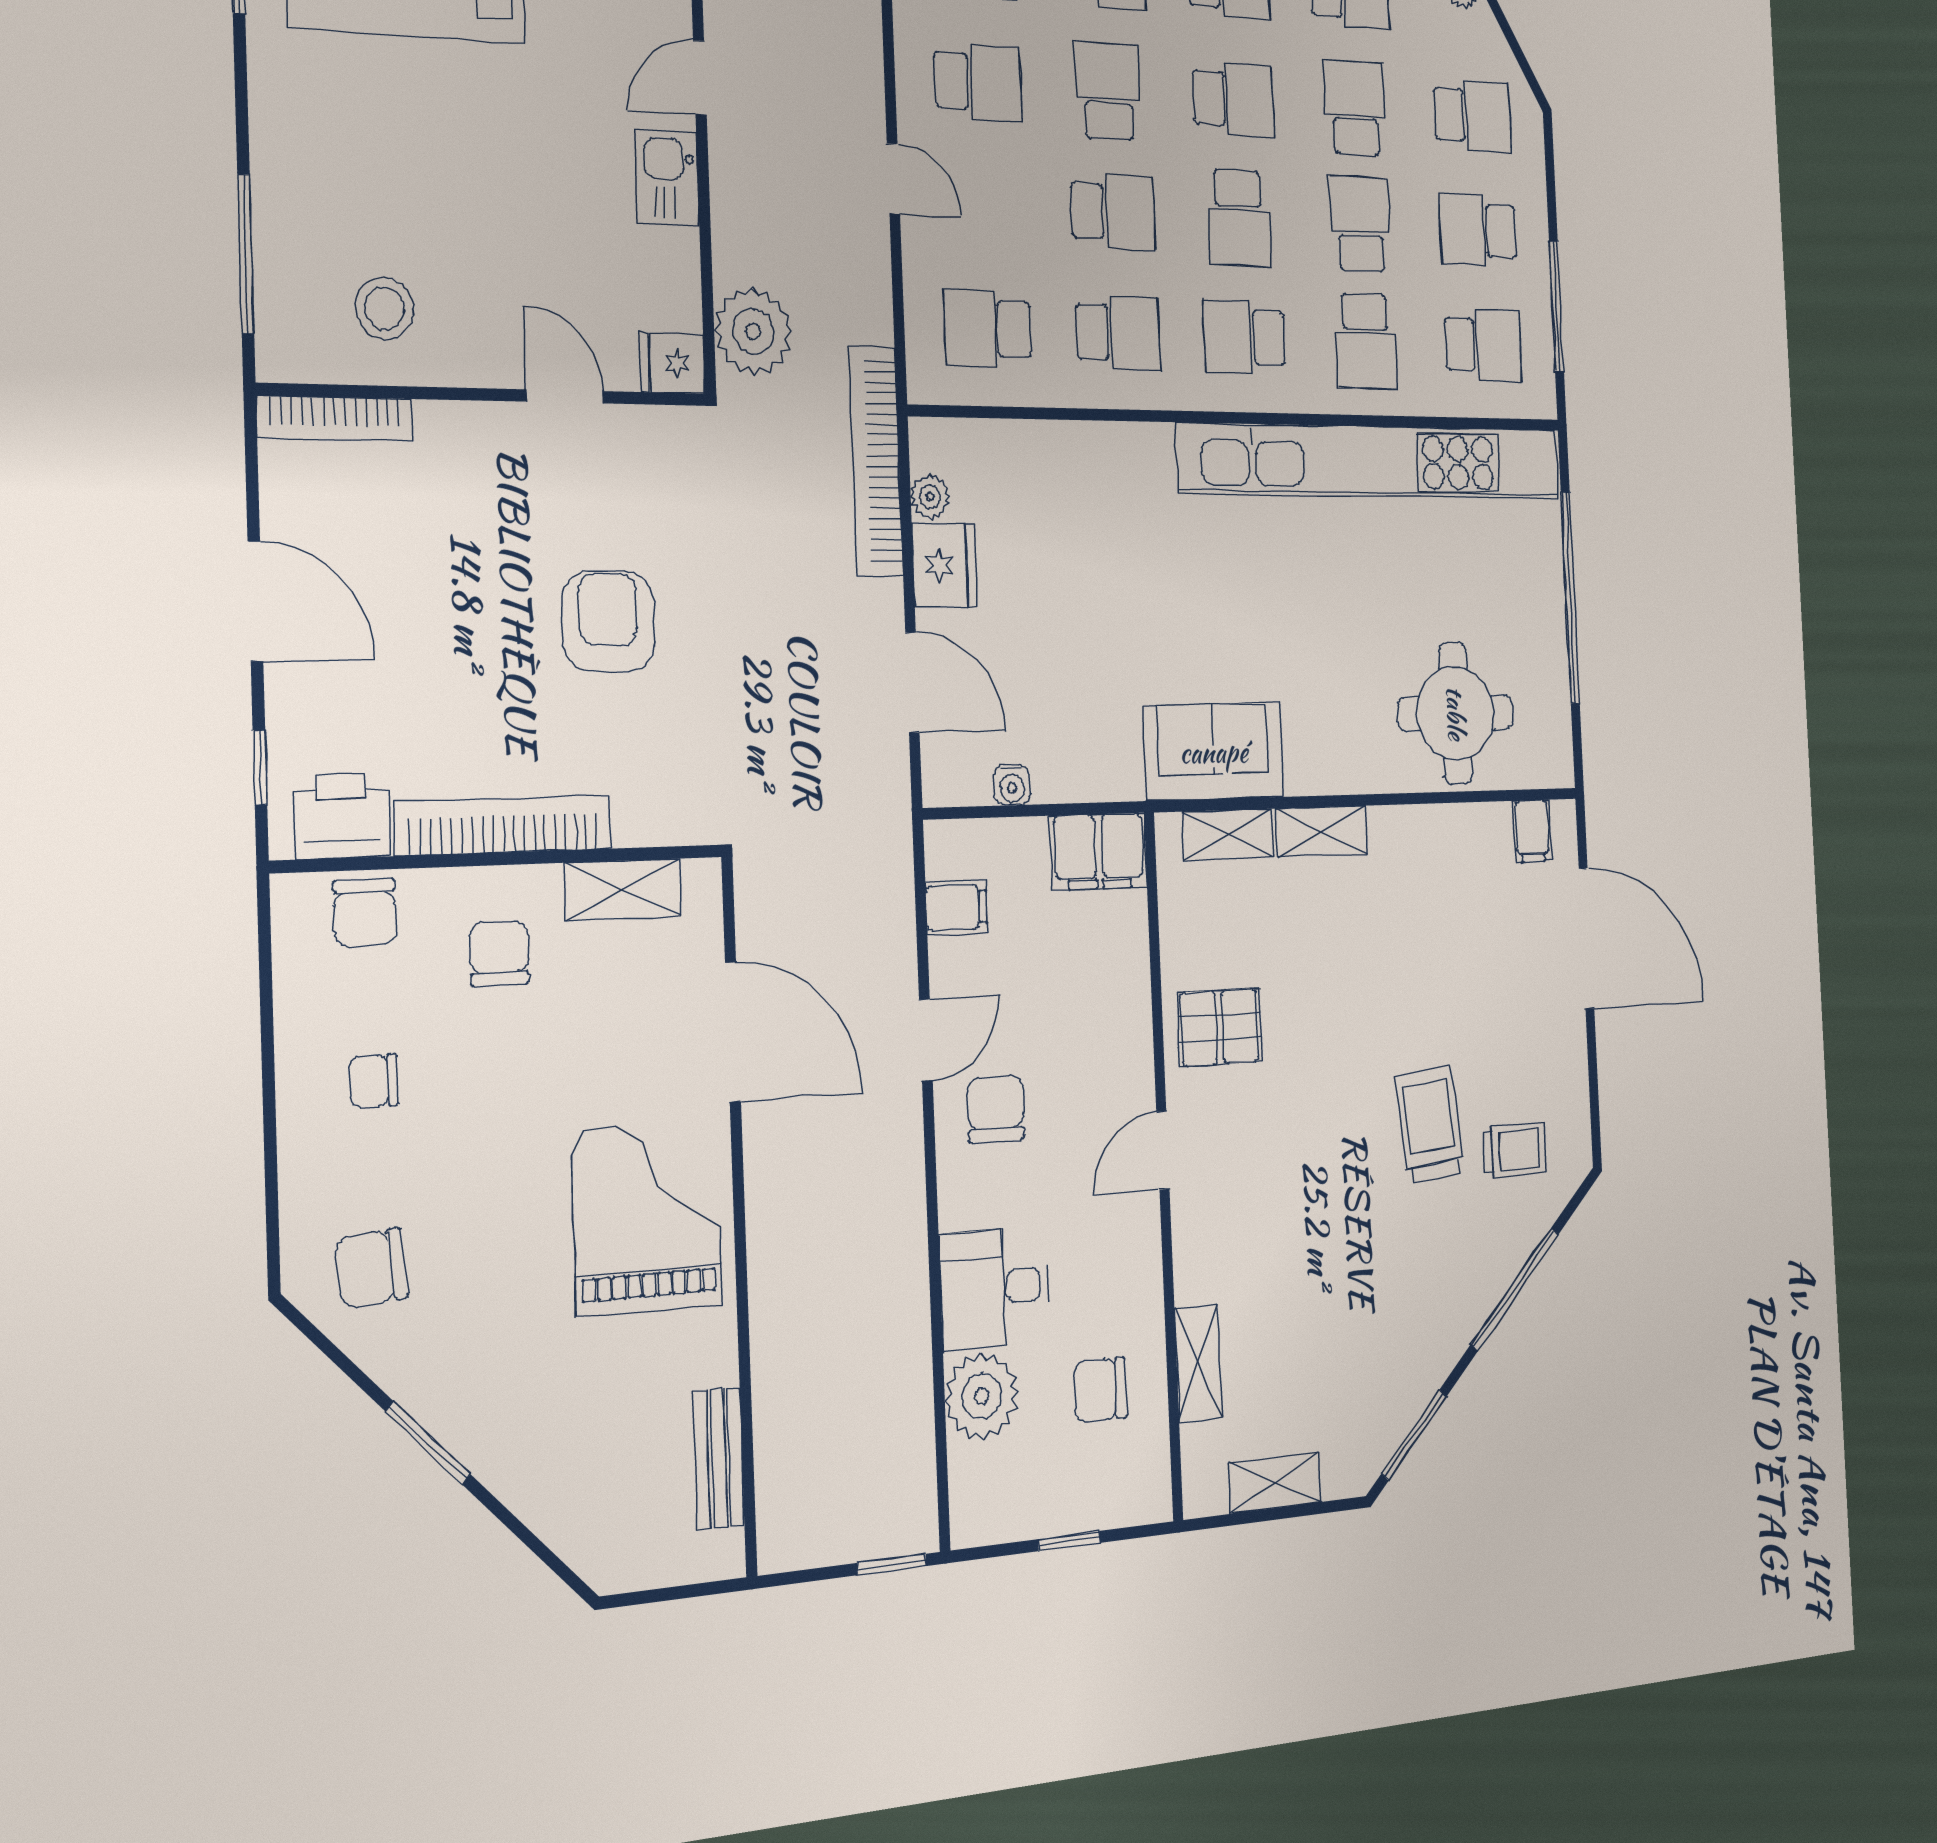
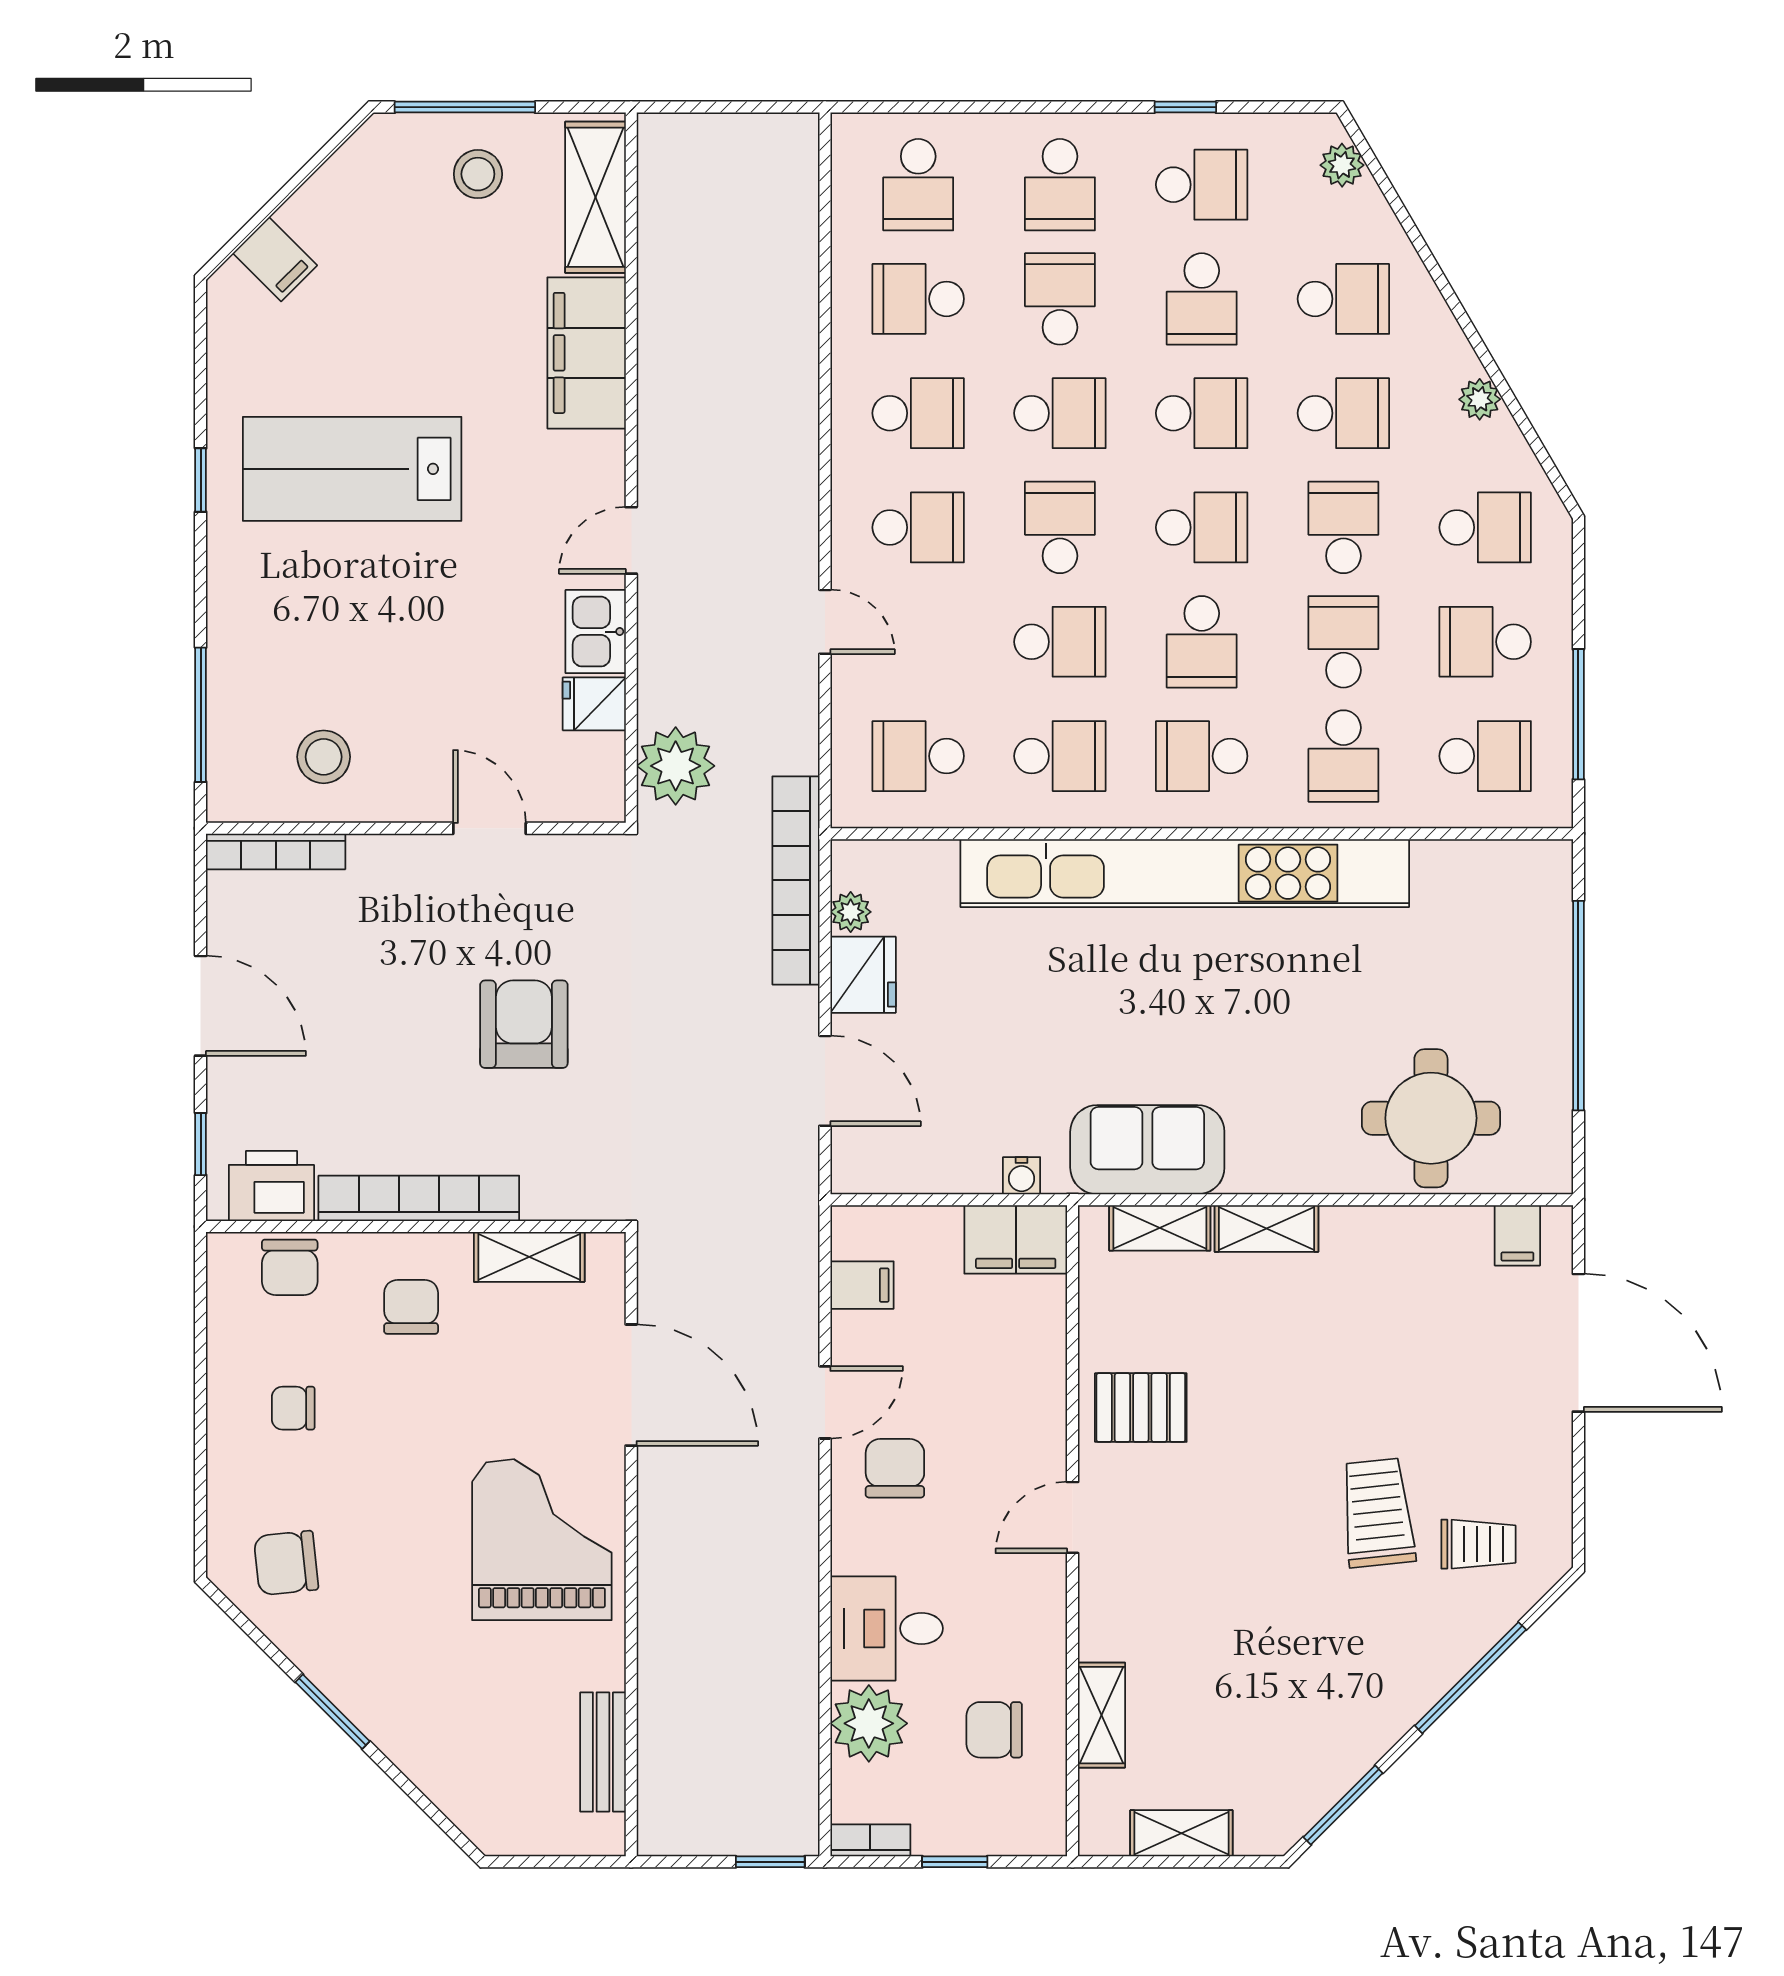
fridge: (672, 363) -> (594, 704), moved
kitchen unit: (1372, 461) -> (1185, 873), moved
water cooler: (1012, 785) -> (1022, 1176), moved
bookcase: (988, 1527) -> (870, 1840), added

